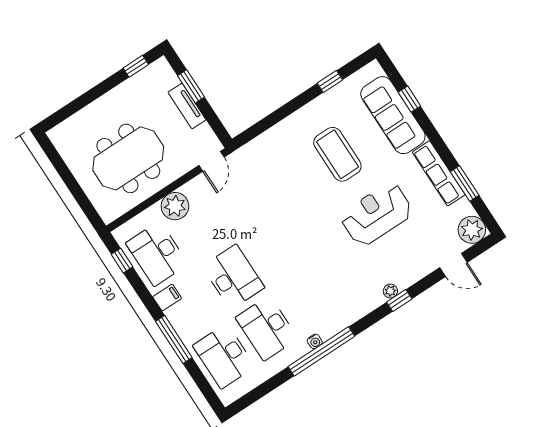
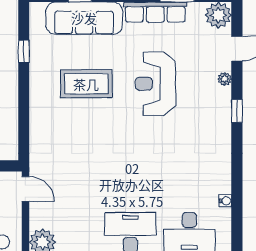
plant: (390, 291) -> (225, 79), moved
window: (321, 351) -> (237, 201), removed

